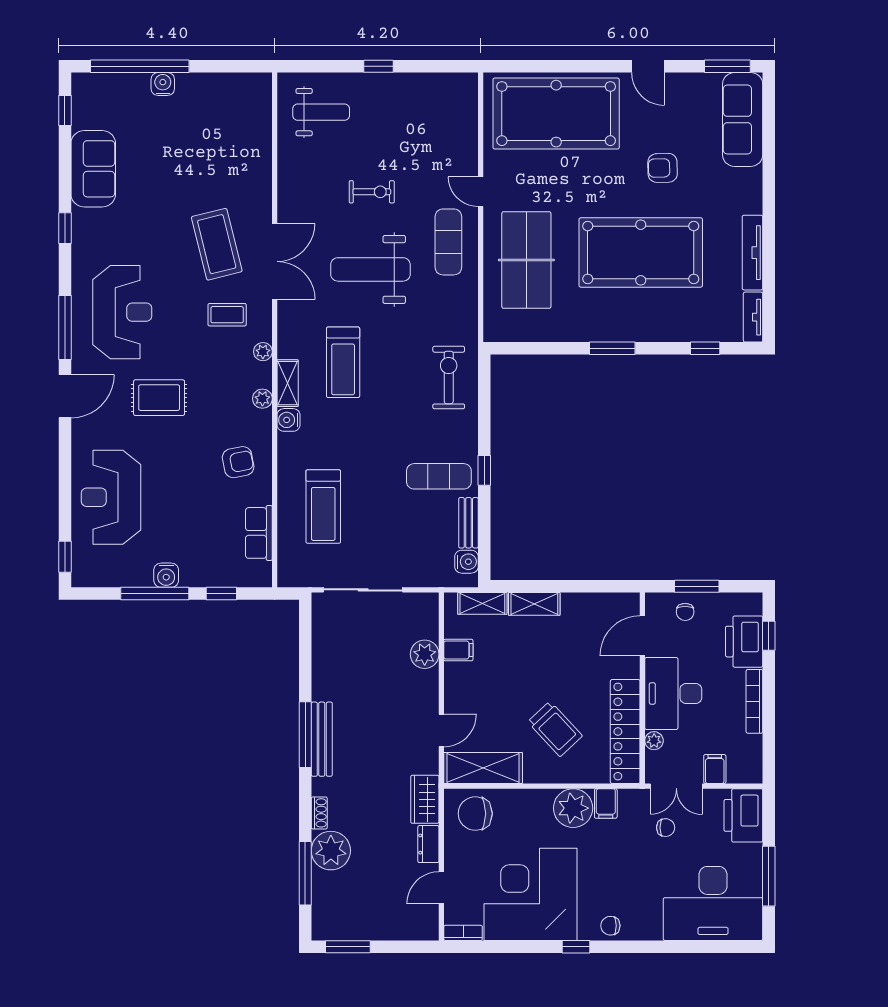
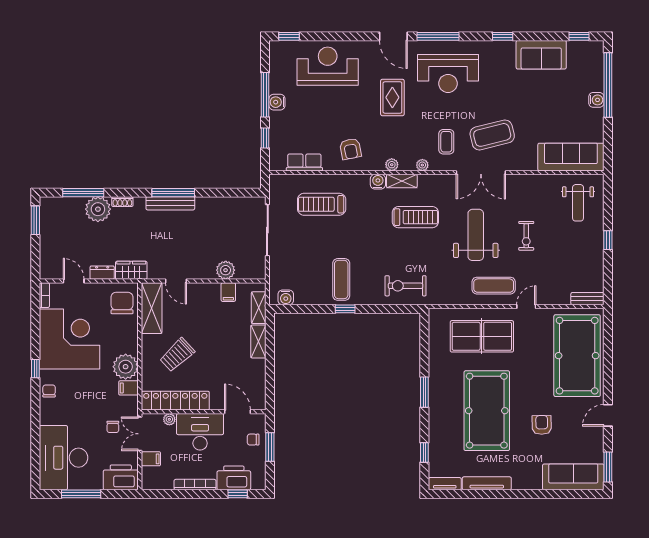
sofa: (251, 123) -> (571, 157), added
treadmill: (343, 362) -> (415, 217), turned 180
exercise bike: (449, 377) -> (406, 286), turned 180
bench: (468, 523) -> (587, 299), moved

